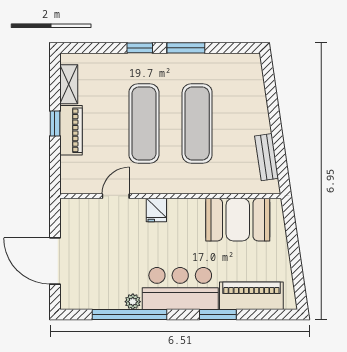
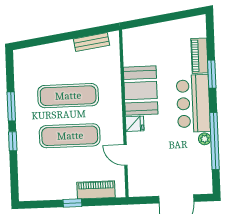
shelving: (69, 84) -> (42, 194), removed
piano: (71, 130) -> (96, 190), moved
booth: (238, 220) -> (141, 91), moved
piano: (251, 296) -> (199, 56), width x0.73, depth x0.75

